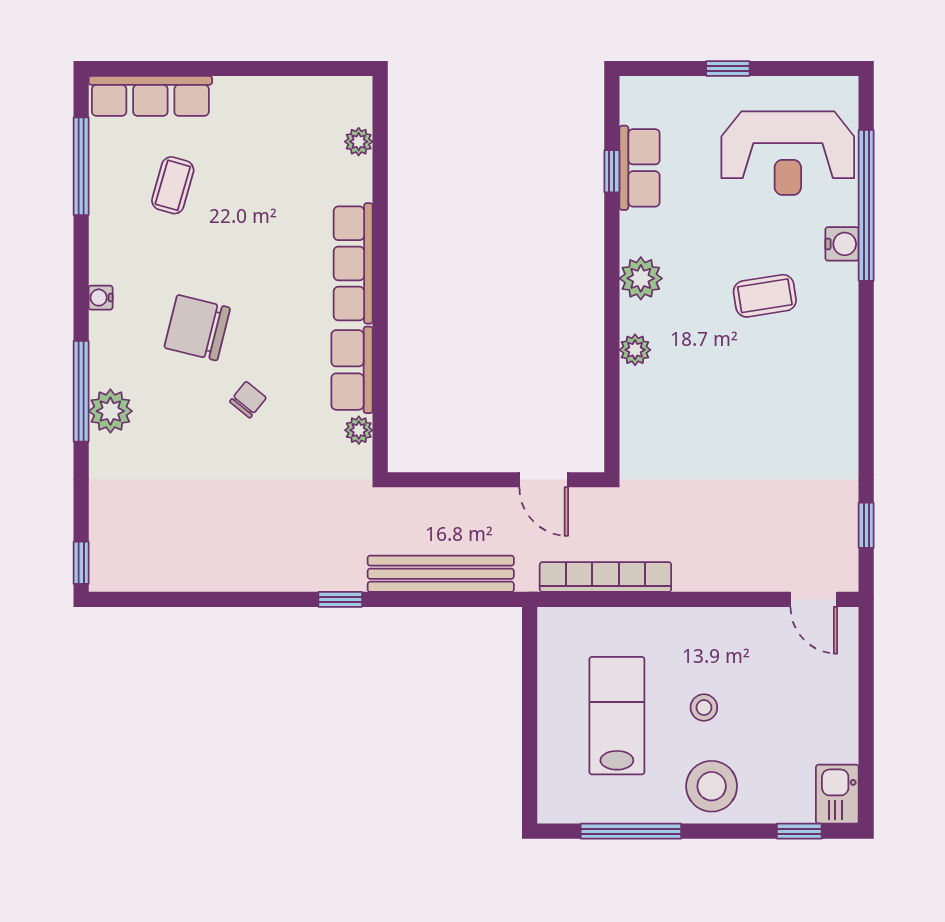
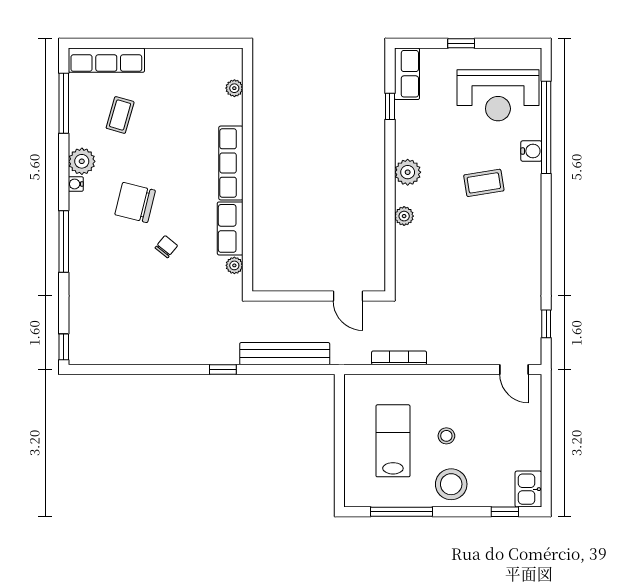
row of seats: (640, 168) -> (407, 74), moved
plant: (110, 411) -> (82, 161), moved
bookcase: (605, 577) -> (399, 358), width x0.68, depth x0.76

